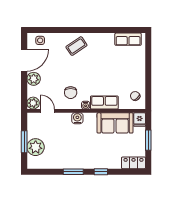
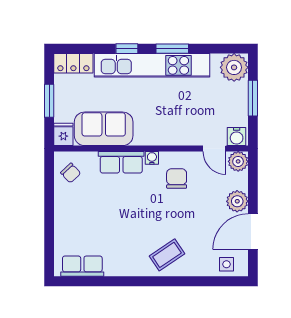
water cooler: (77, 118) -> (237, 137), moved
plant: (36, 147) -> (234, 67), moved
kitchen unit: (86, 162) -> (152, 65), added

